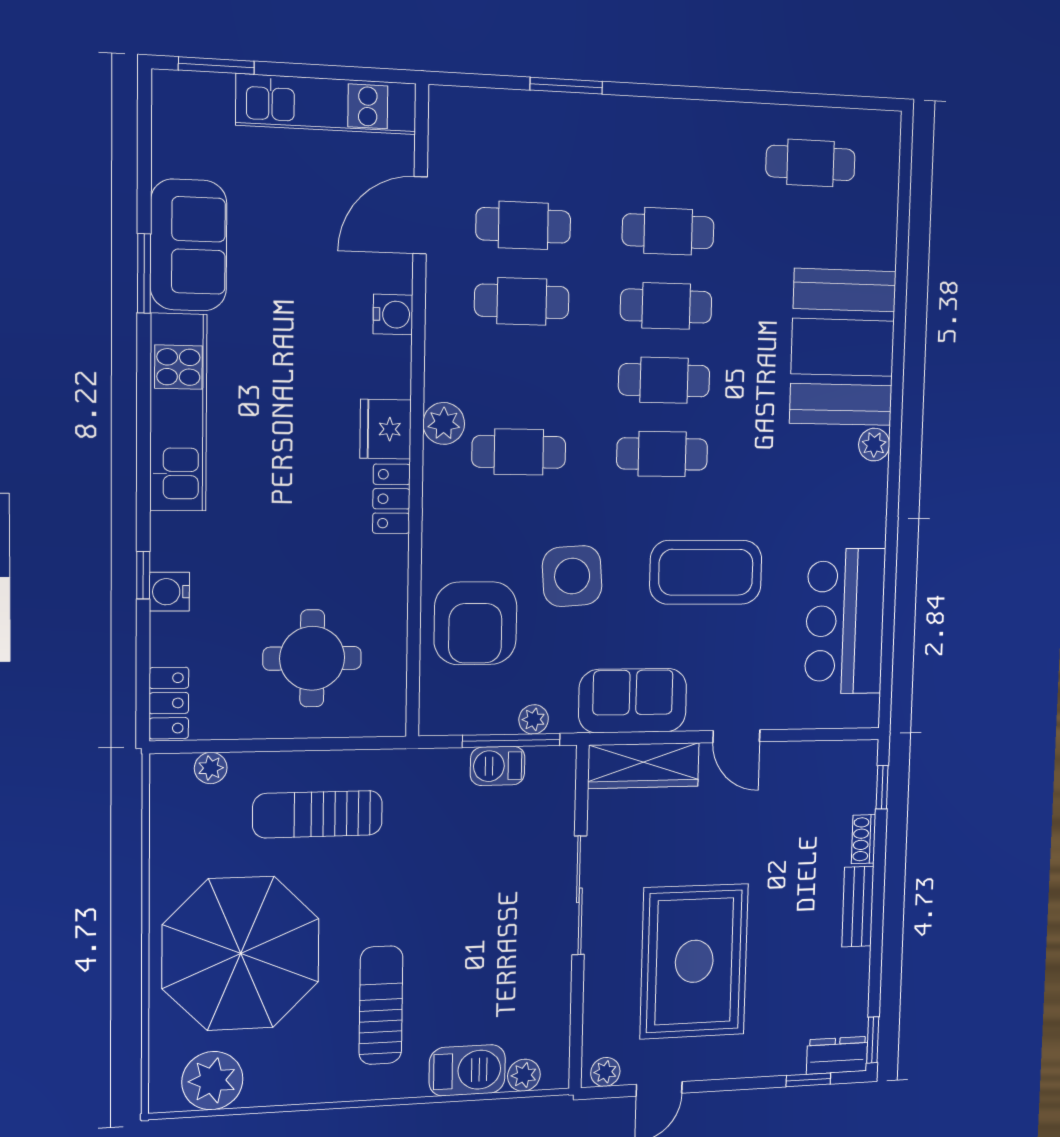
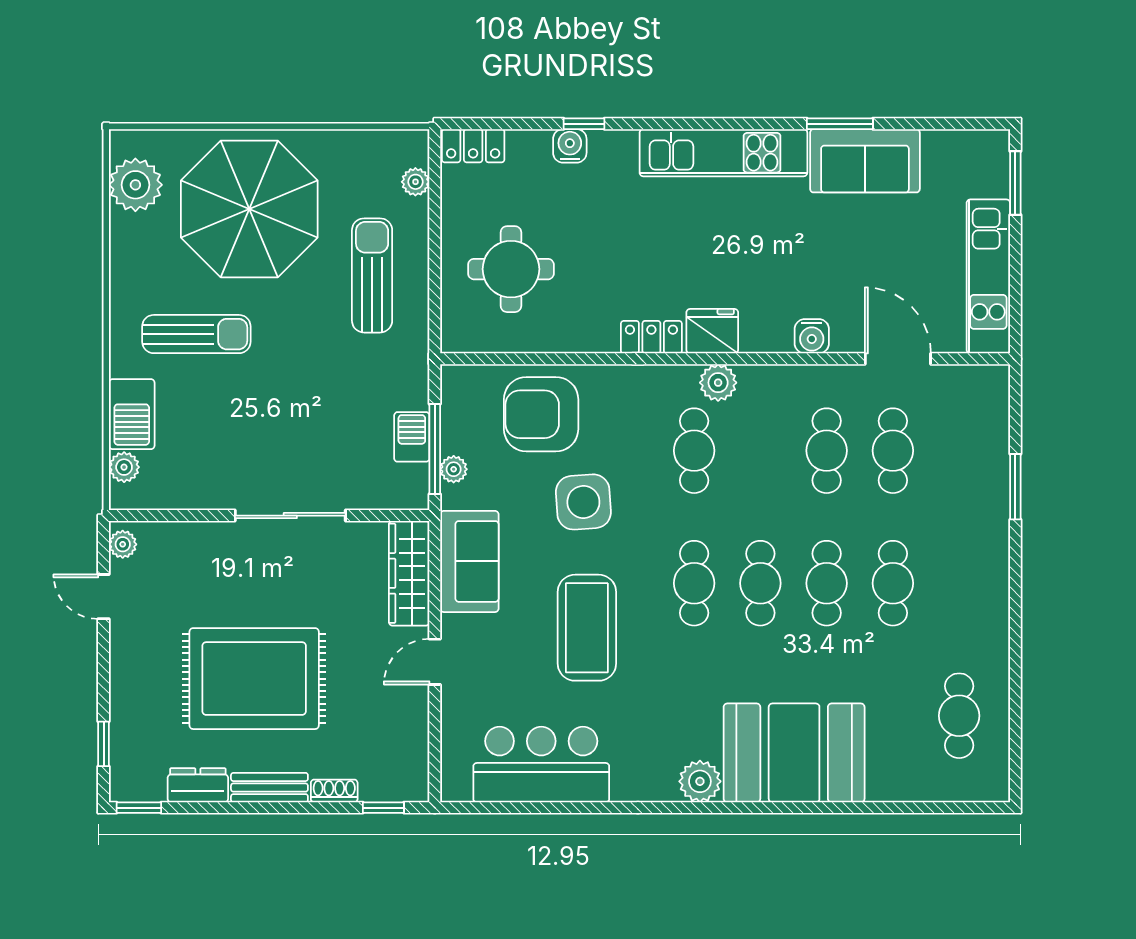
plant: (874, 445) -> (700, 781), width x1.38, depth x1.38
rug: (694, 961) -> (254, 679), moved
dresser: (837, 1055) -> (198, 785), moved, turned -90

